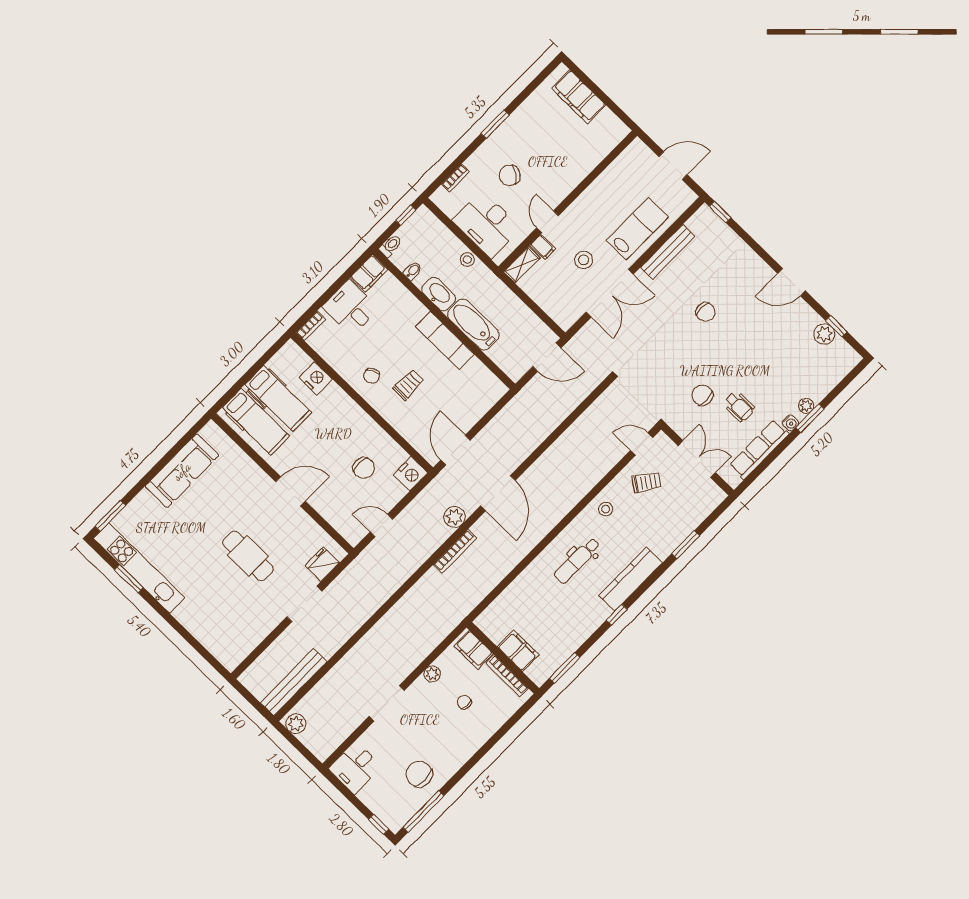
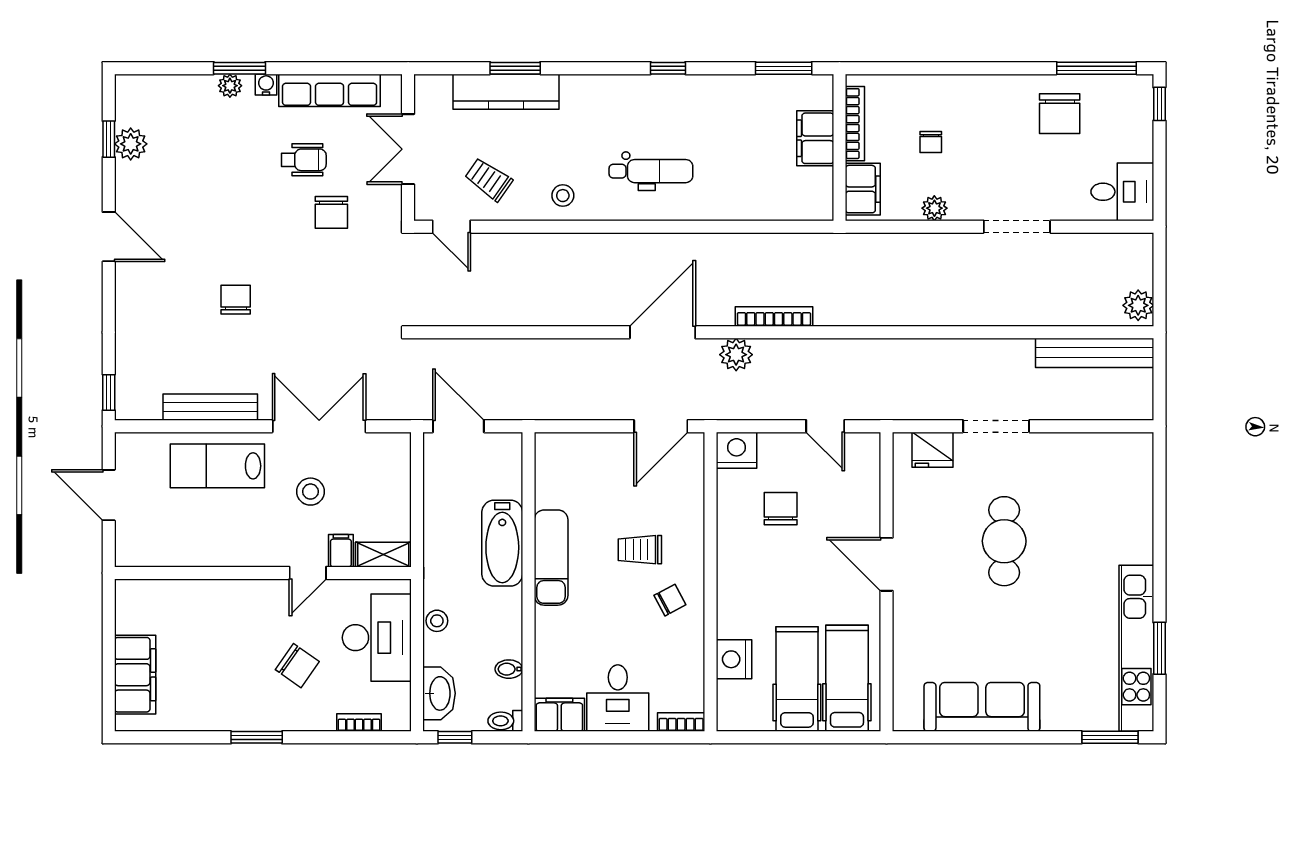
washbasin: (439, 294) -> (439, 693), moved, turned 180
wheelchair: (739, 406) -> (304, 160), turned 90
kitchen counter: (631, 579) -> (506, 92), moved

